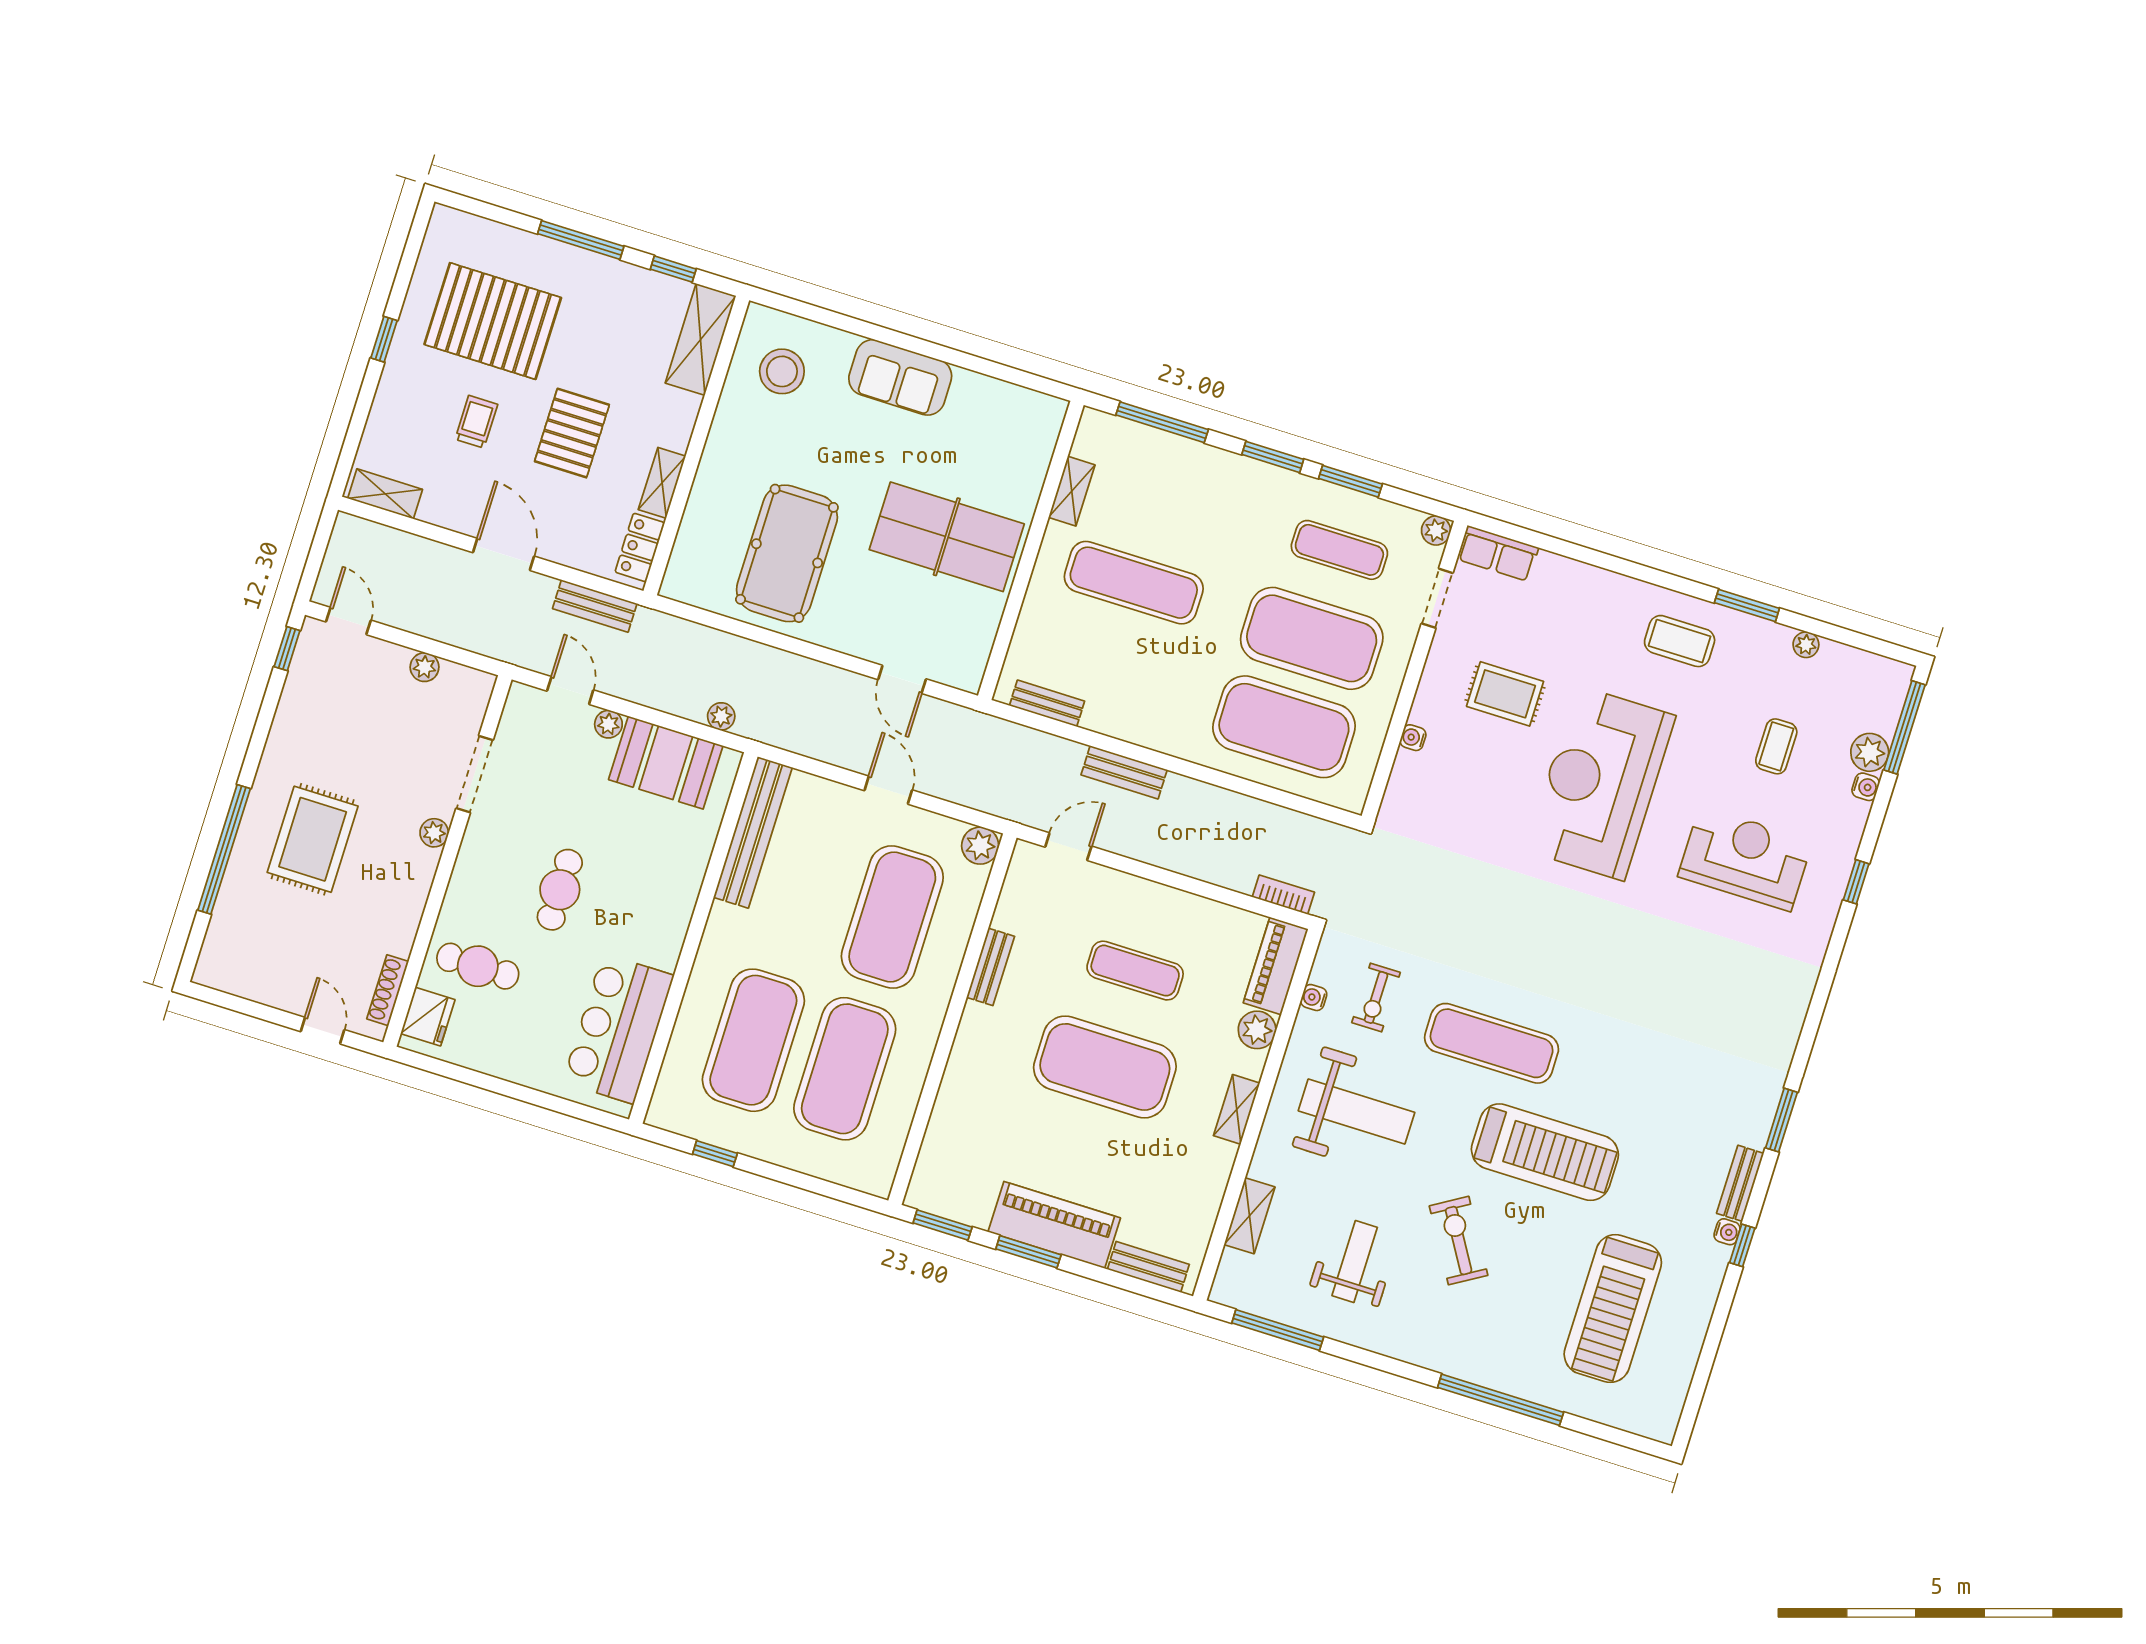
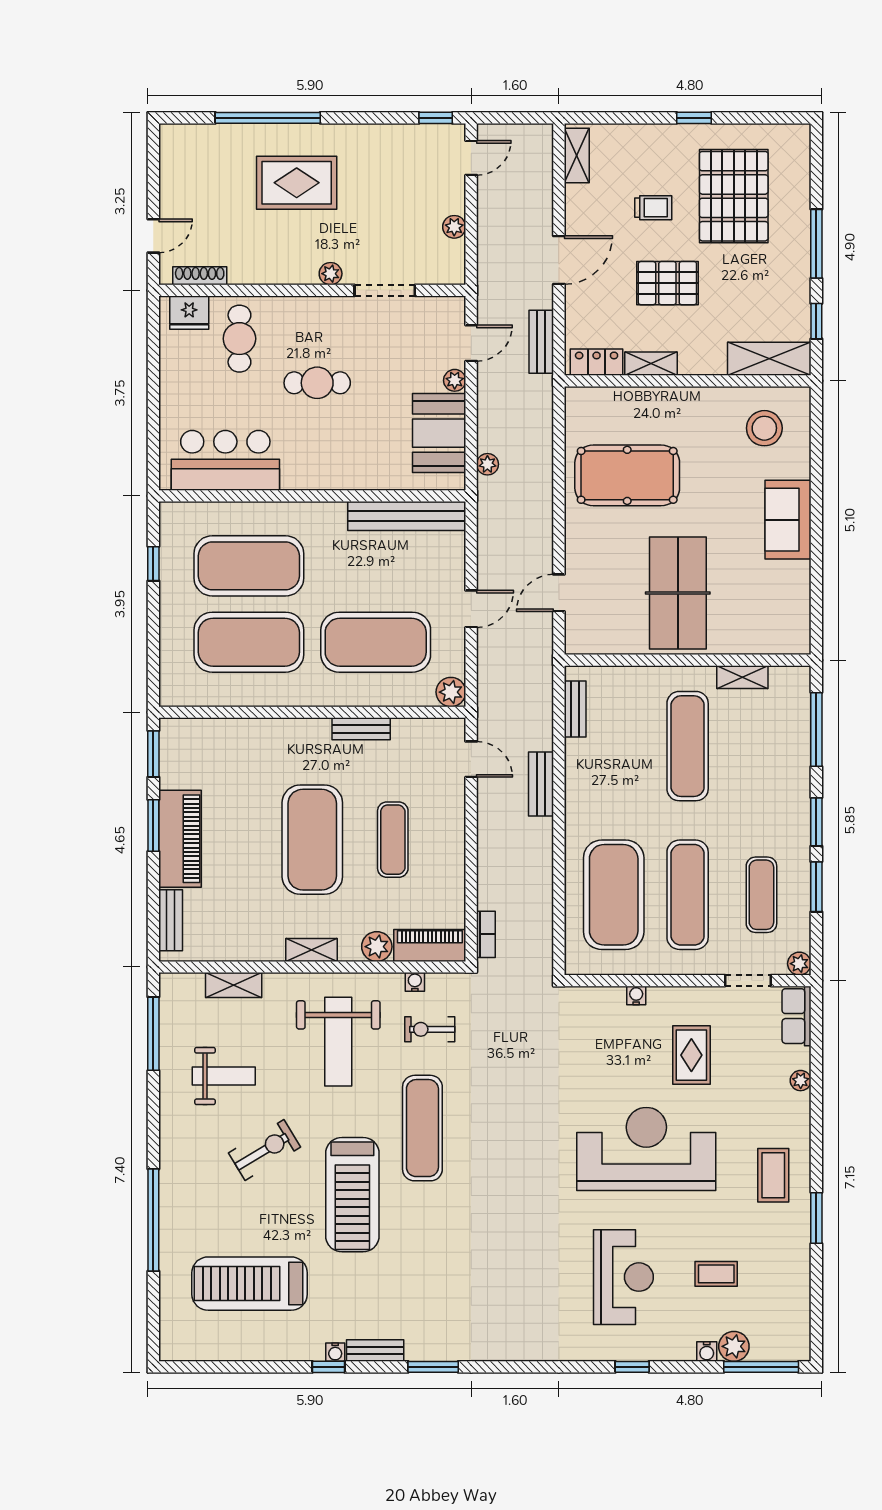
exercise mat: (1312, 638) -> (688, 895), width x0.68
plant: (1806, 645) -> (801, 1081), moved

